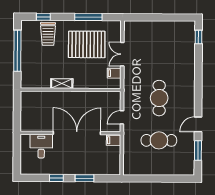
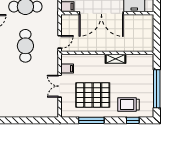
trolley: (48, 34) -> (129, 105), turned -90
double door: (122, 54) -> (60, 86), swing flipped
door: (122, 117) -> (60, 42), moved

